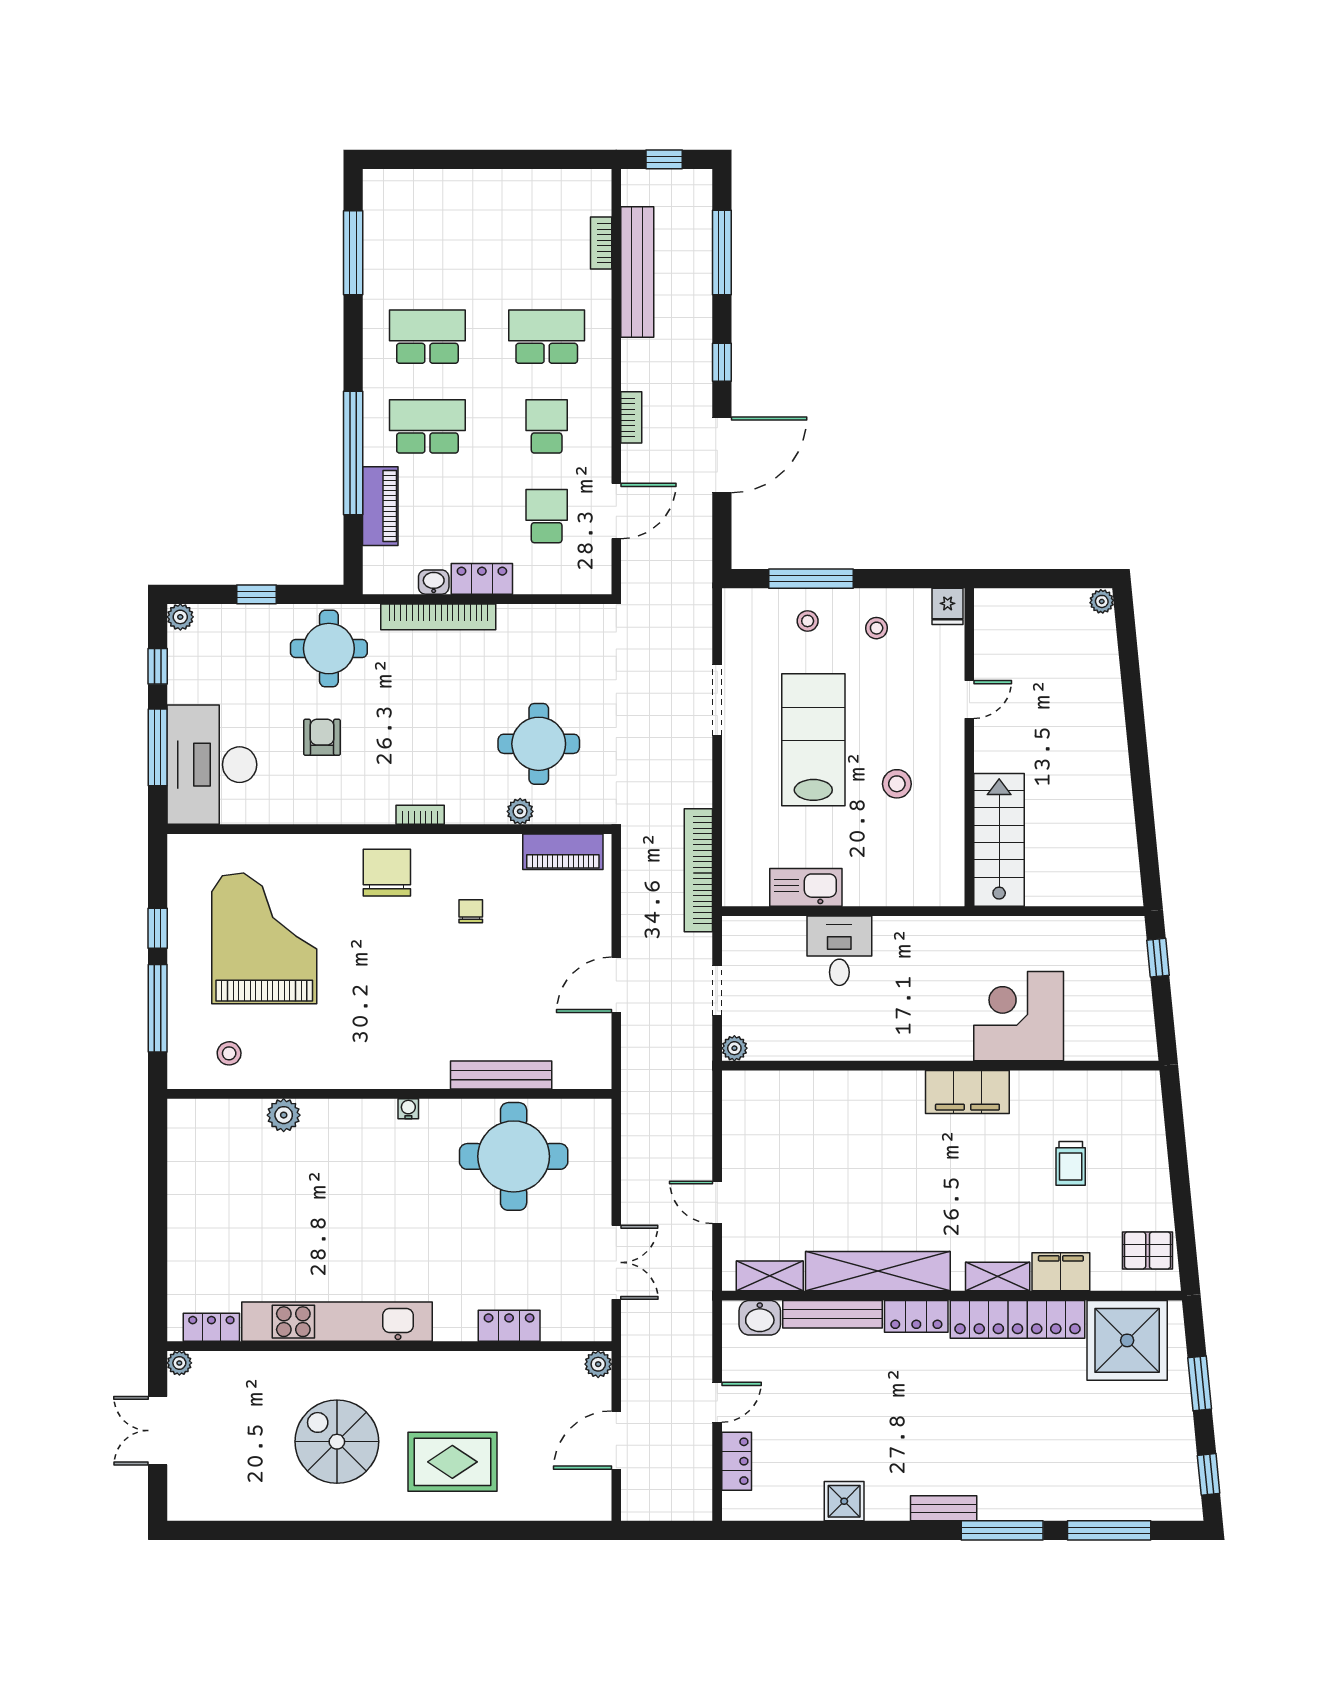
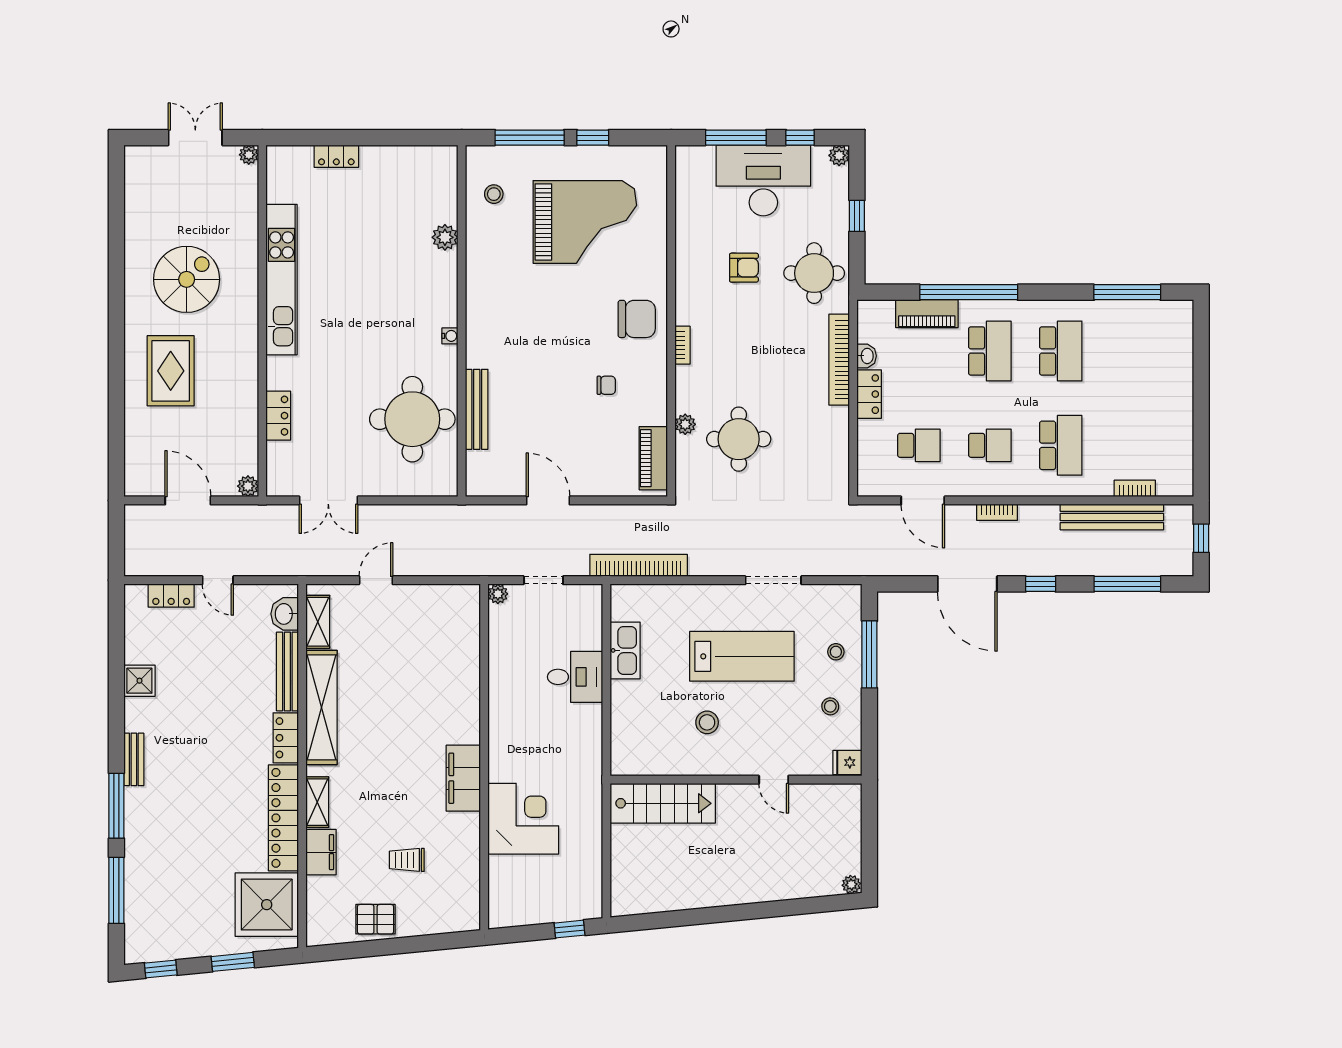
desk: (212, 765) -> (763, 180), moved
pallet: (1148, 1250) -> (375, 919), moved, turned 90
locker: (211, 1327) -> (336, 156), moved, turned 90

